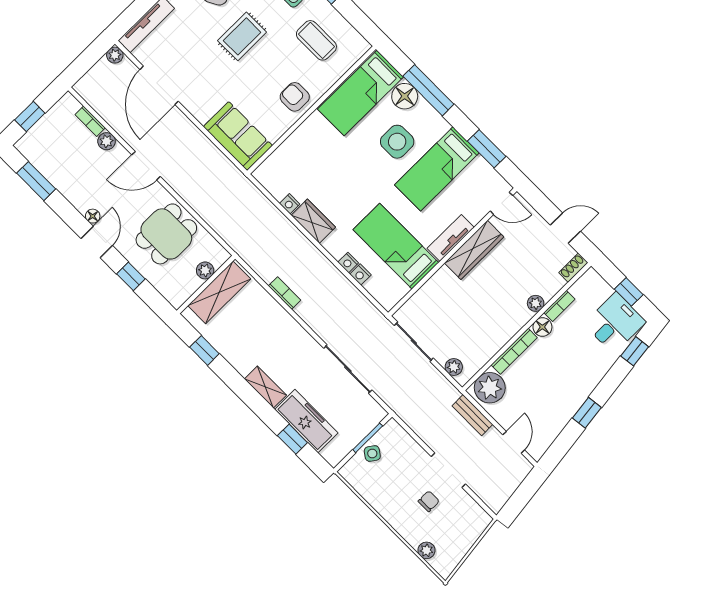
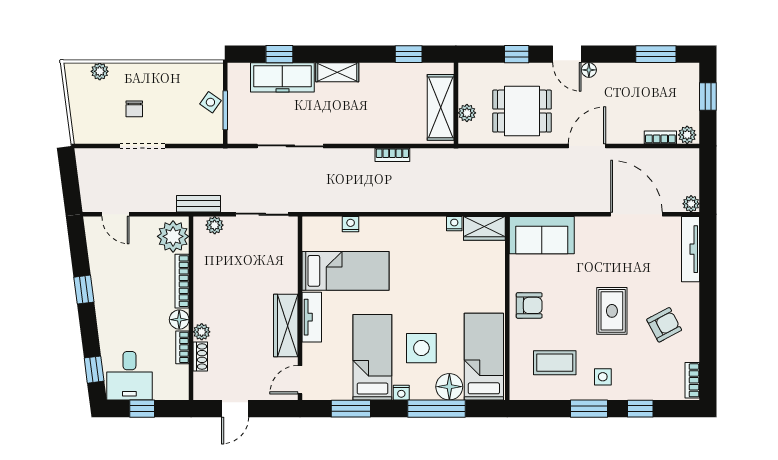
plant: (107, 141) -> (687, 135), moved
wardrobe: (313, 221) -> (484, 228), moved
dining table: (166, 234) -> (522, 111), turned 90
nightstand: (348, 263) -> (401, 393), moved, turned 180
shoe rack: (573, 268) -> (200, 357), moved
bench: (472, 415) -> (199, 204), moved

